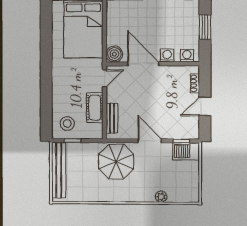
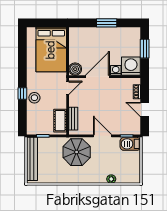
washing machine: (187, 56) -> (131, 66), width x1.89, depth x1.89
door: (143, 64) -> (97, 77), hinge flipped
window: (46, 86) -> (22, 94), added
door: (205, 106) -> (145, 109), hinge flipped
cot: (95, 108) -> (60, 121), moved
stool: (67, 123) -> (34, 98), moved

